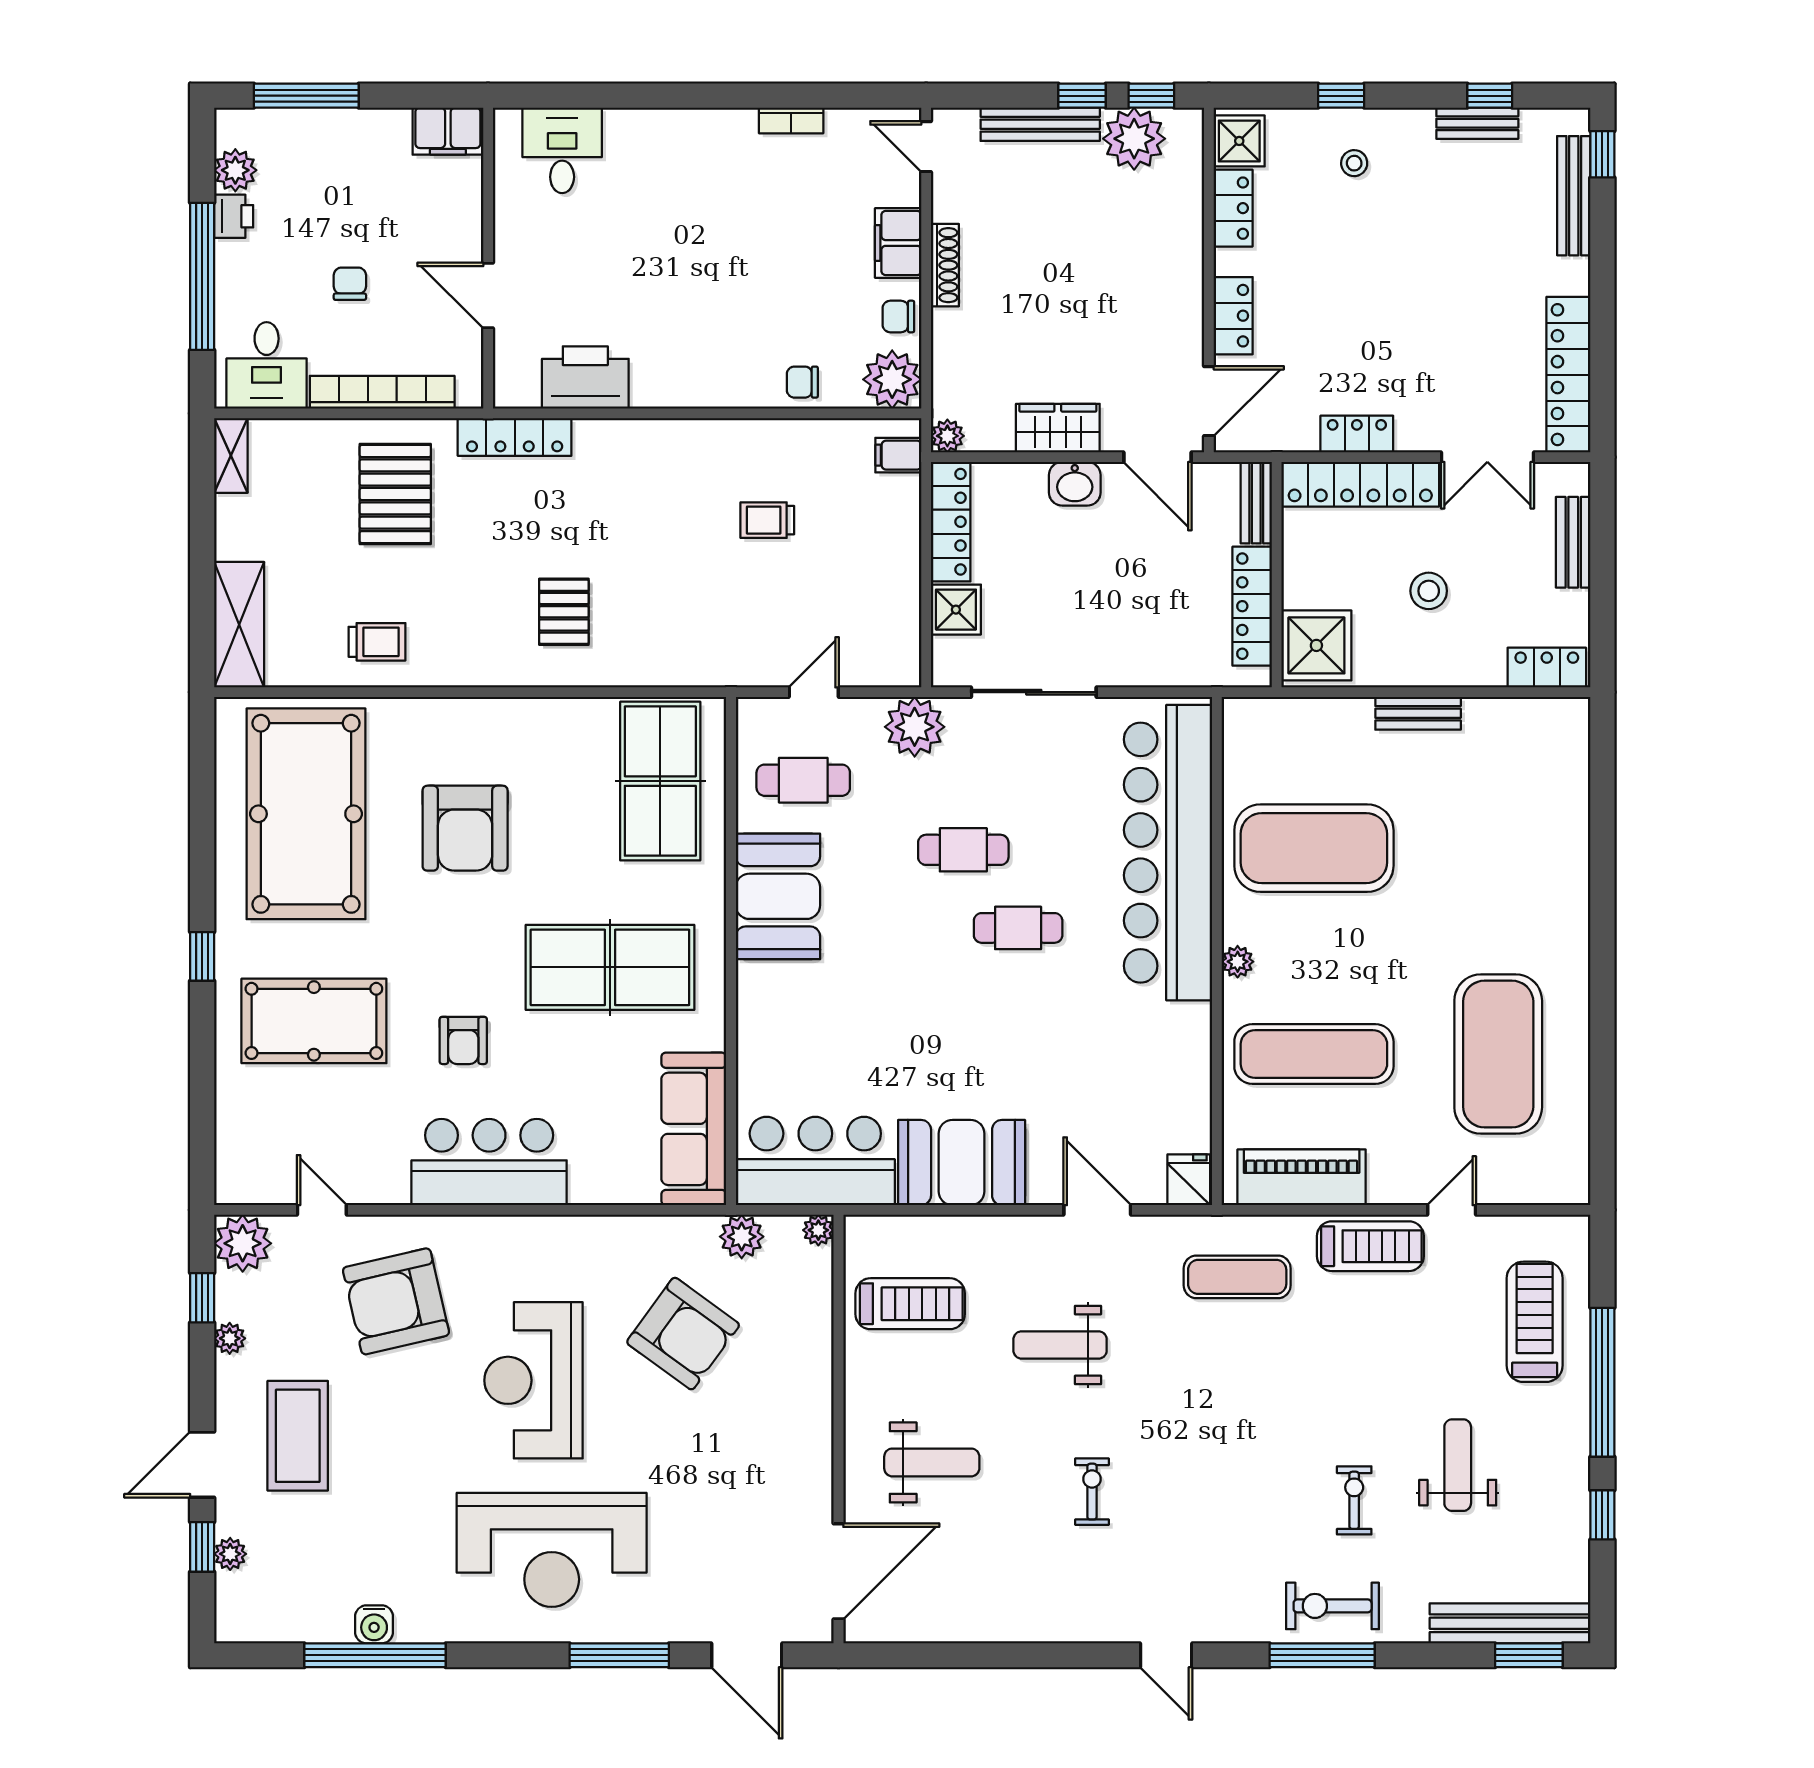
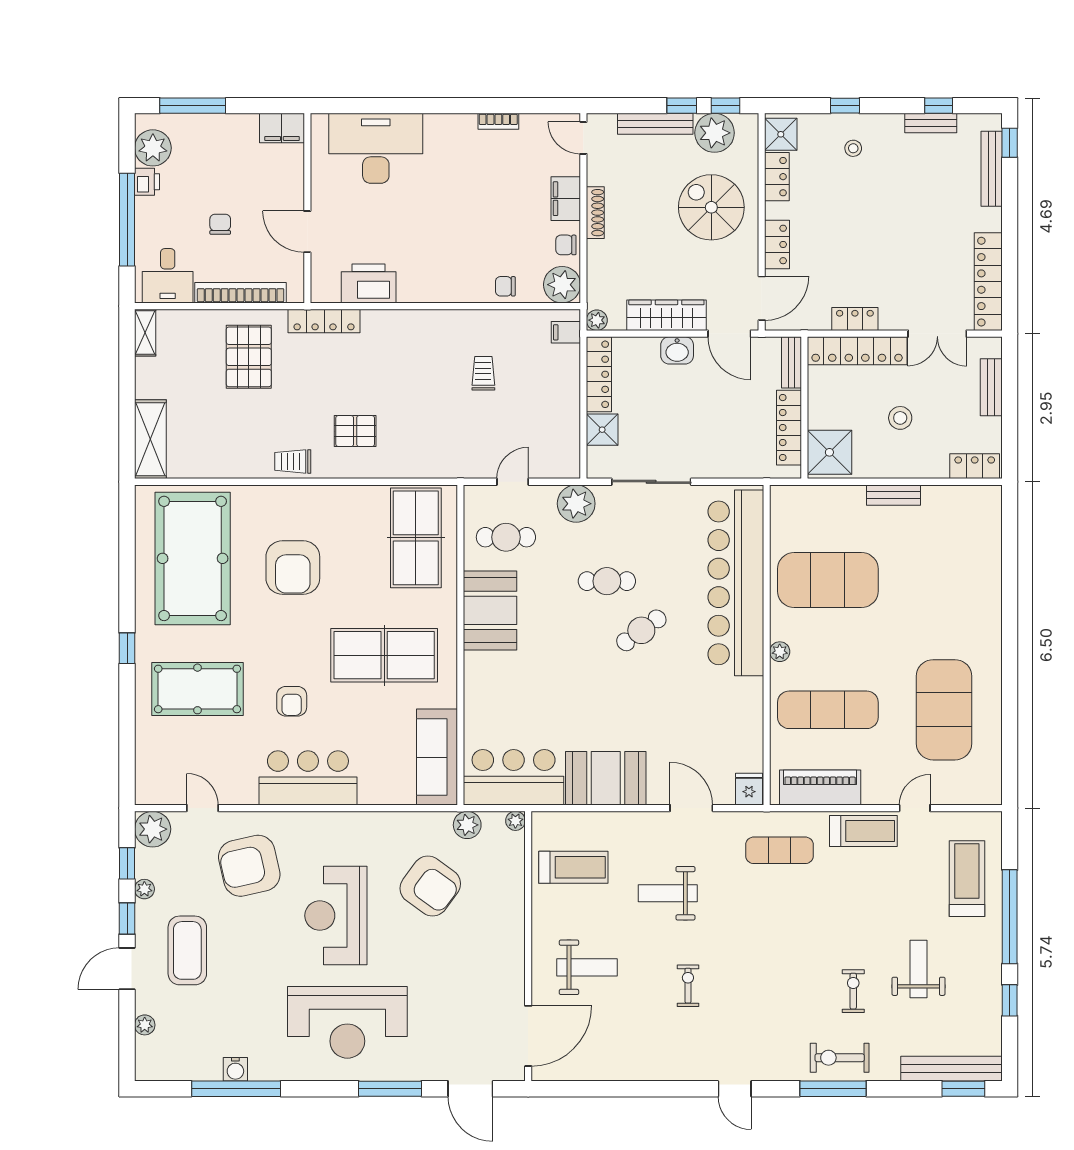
desk: (562, 150) -> (376, 148), width x1.87, depth x1.30
plant: (235, 170) -> (153, 148), width x1.36, depth x1.36
spiral stairs: (1129, 257) -> (711, 207), added
wardrobe: (1058, 428) -> (666, 315), width x1.50
trolley: (767, 520) -> (483, 373), turned 90
pallet: (564, 612) -> (355, 431), turned 90
trolley: (377, 642) -> (293, 461), moved, turned 180
cafe table: (1018, 928) -> (641, 630), turned -36
window: (202, 1547) -> (127, 918), moved

